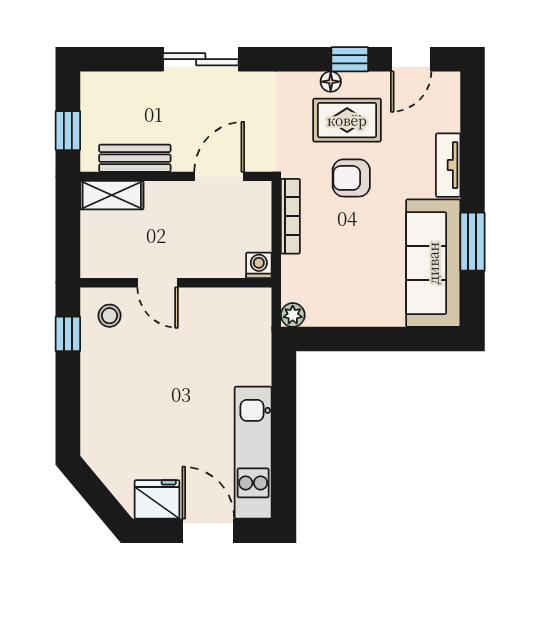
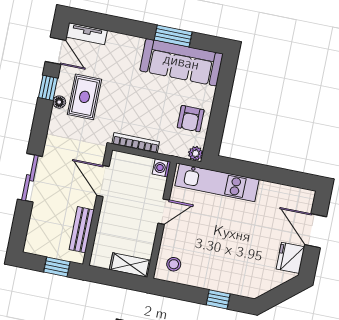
tv unit: (448, 165) -> (87, 34), moved
armchair: (351, 178) -> (191, 119), moved
shelving: (112, 195) -> (130, 265), moved, turned 90
door: (158, 283) -> (164, 212), moved
window: (68, 334) -> (218, 299), moved
kitchen unit: (253, 453) -> (217, 183), moved
door: (208, 531) -> (316, 231), hinge flipped

